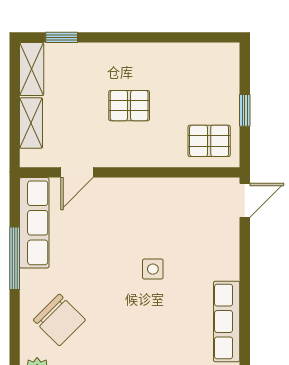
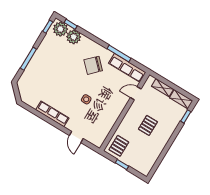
door: (77, 172) -> (136, 93), hinge flipped
door: (245, 200) -> (76, 137), moved
chair: (59, 320) -> (93, 65), moved

